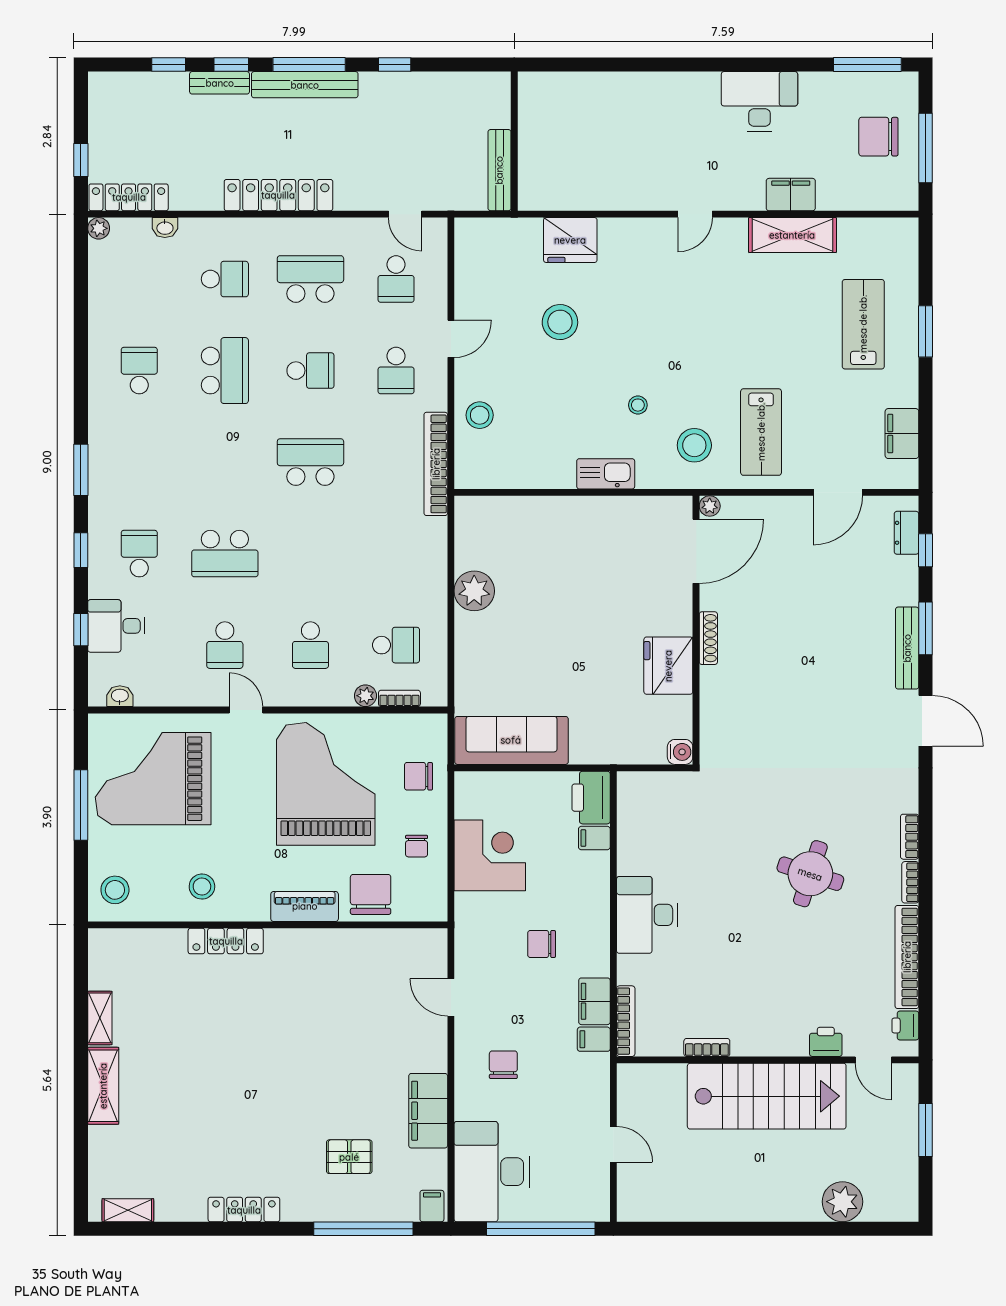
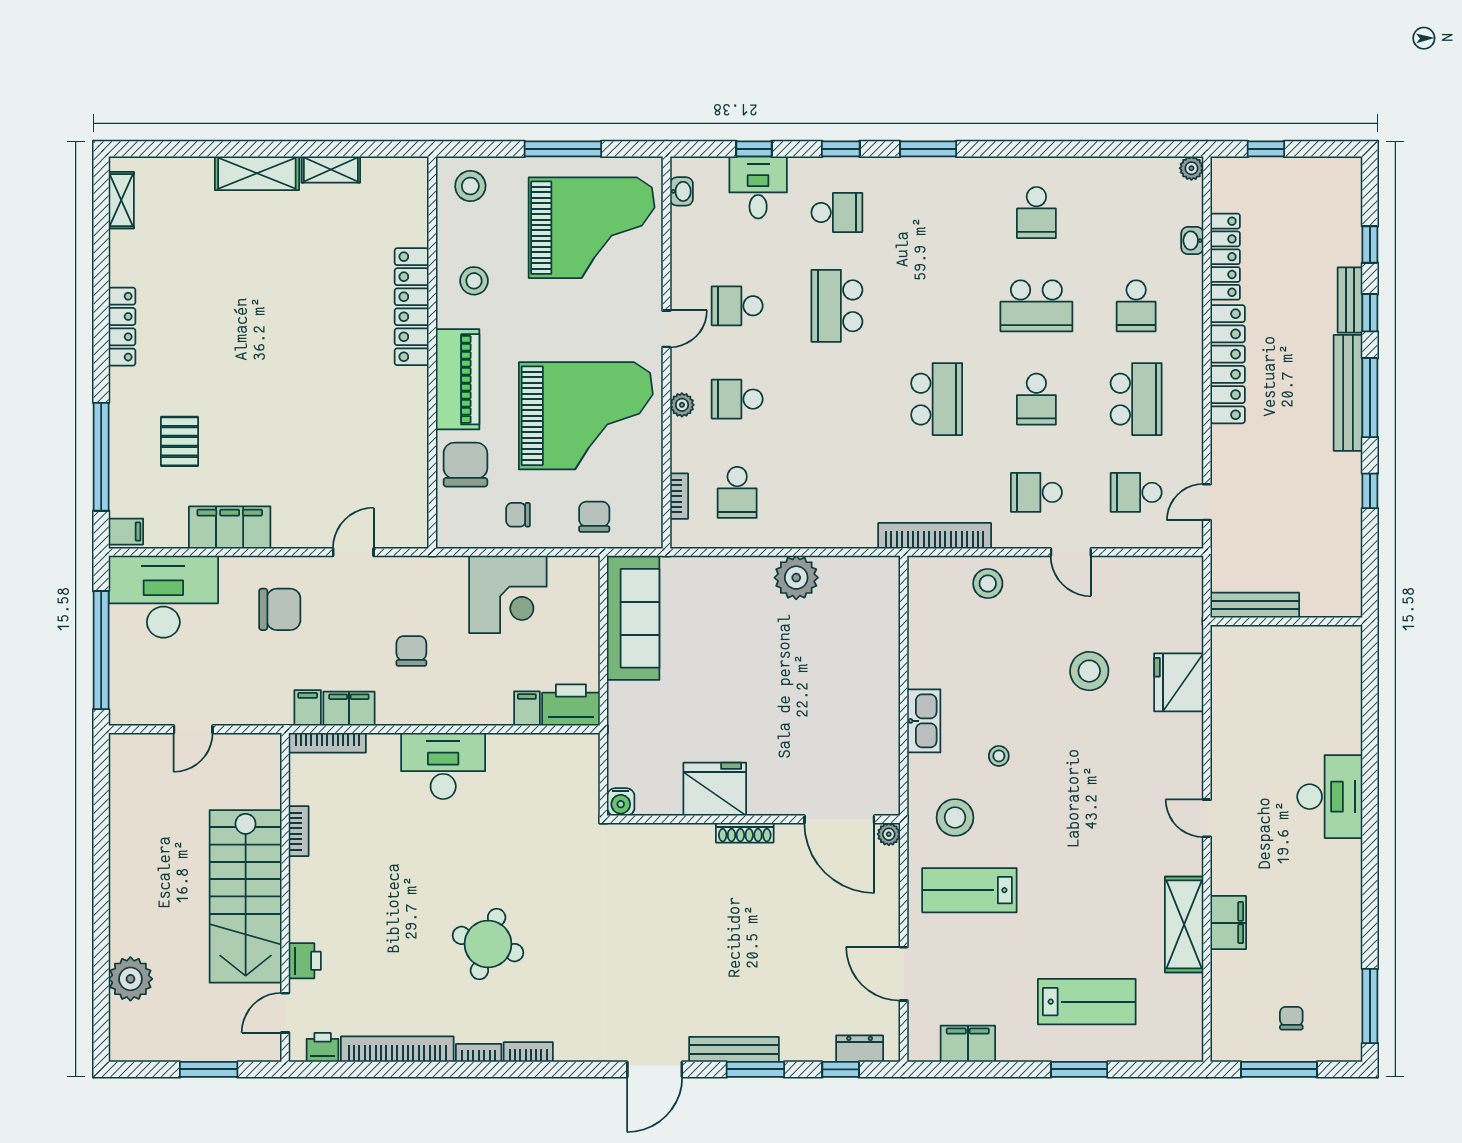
desk: (759, 101) -> (1330, 797), moved
chair: (878, 137) -> (1291, 1018), width x0.54, depth x0.54
locker: (129, 197) -> (1225, 257), moved
school desk: (139, 371) -> (1036, 213), turned 90
plant: (365, 696) -> (682, 405), moved
grand piano: (153, 779) -> (592, 228), turned 90
chair: (371, 894) -> (465, 465), turned -90
piano: (305, 906) -> (458, 379), width x1.37, depth x1.33
locker: (226, 941) -> (412, 307), width x1.41, depth x1.21
chair: (503, 1065) -> (280, 609), width x1.37, depth x1.37

